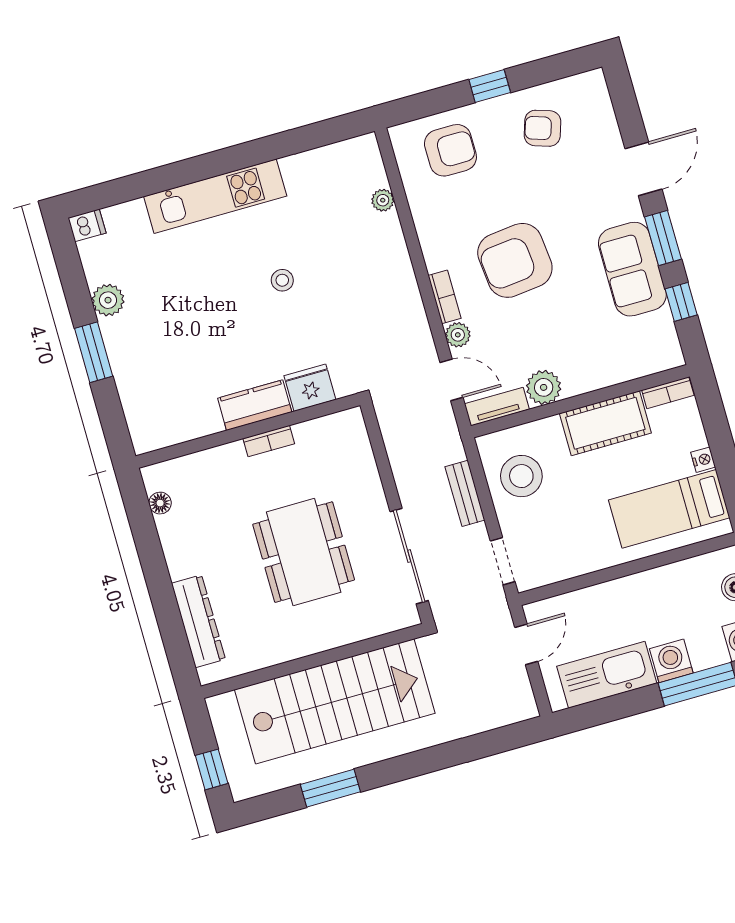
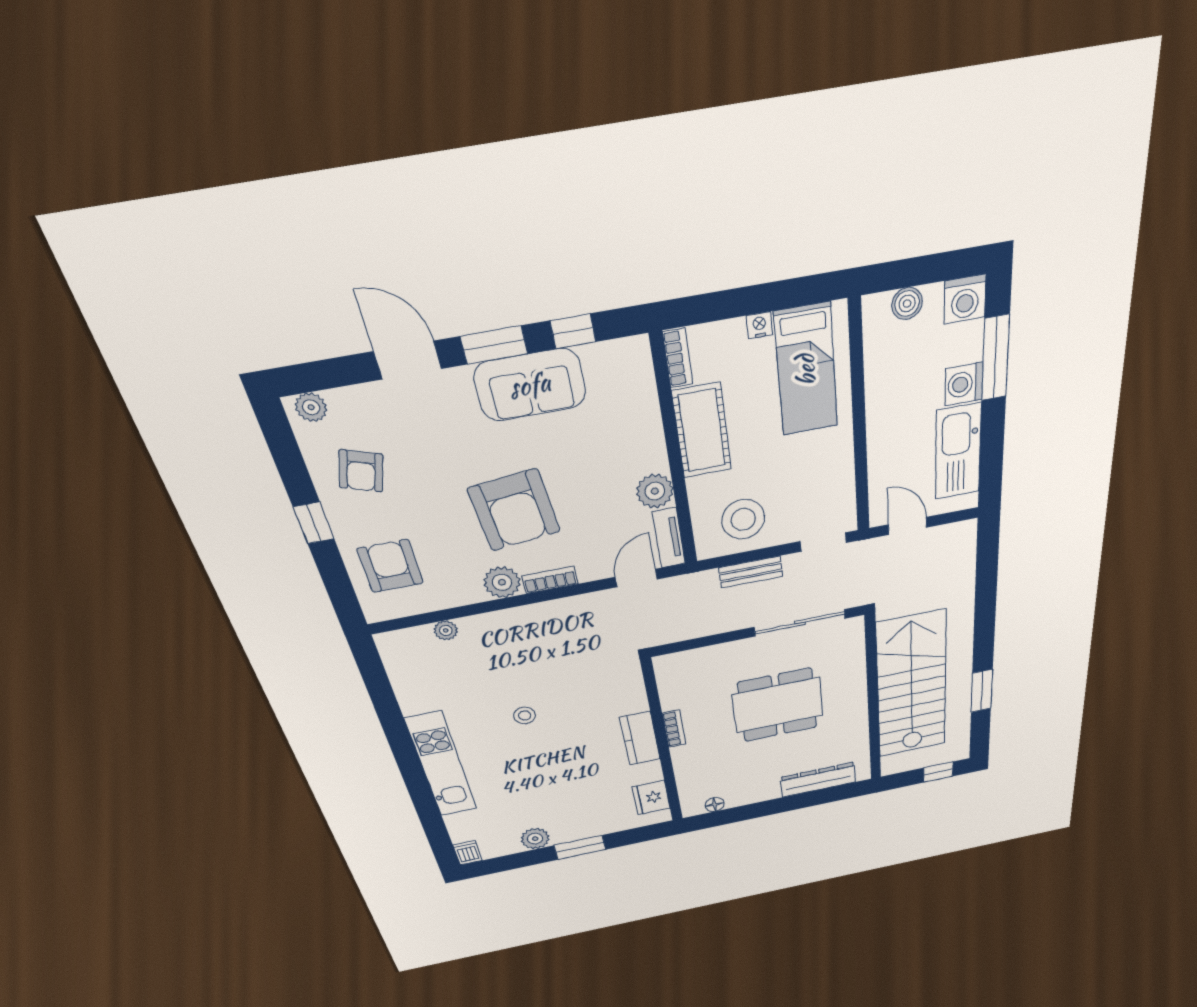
plant: (596, 91) -> (311, 407), added
plant: (458, 335) -> (502, 582), moved, width x1.38, depth x1.38
fridge: (310, 388) -> (651, 798), moved

